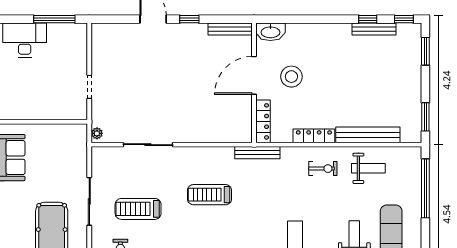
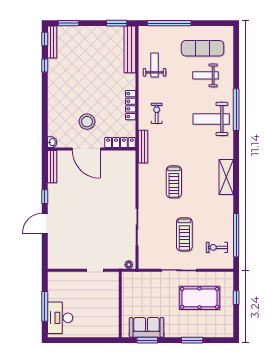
window: (54, 19) -> (45, 306), moved
bench: (374, 29) -> (52, 42), moved
washbasin: (270, 32) -> (52, 142), width x0.52, depth x0.69
bench: (368, 135) -> (130, 49), moved
exercise bike: (323, 169) -> (157, 113), moved

